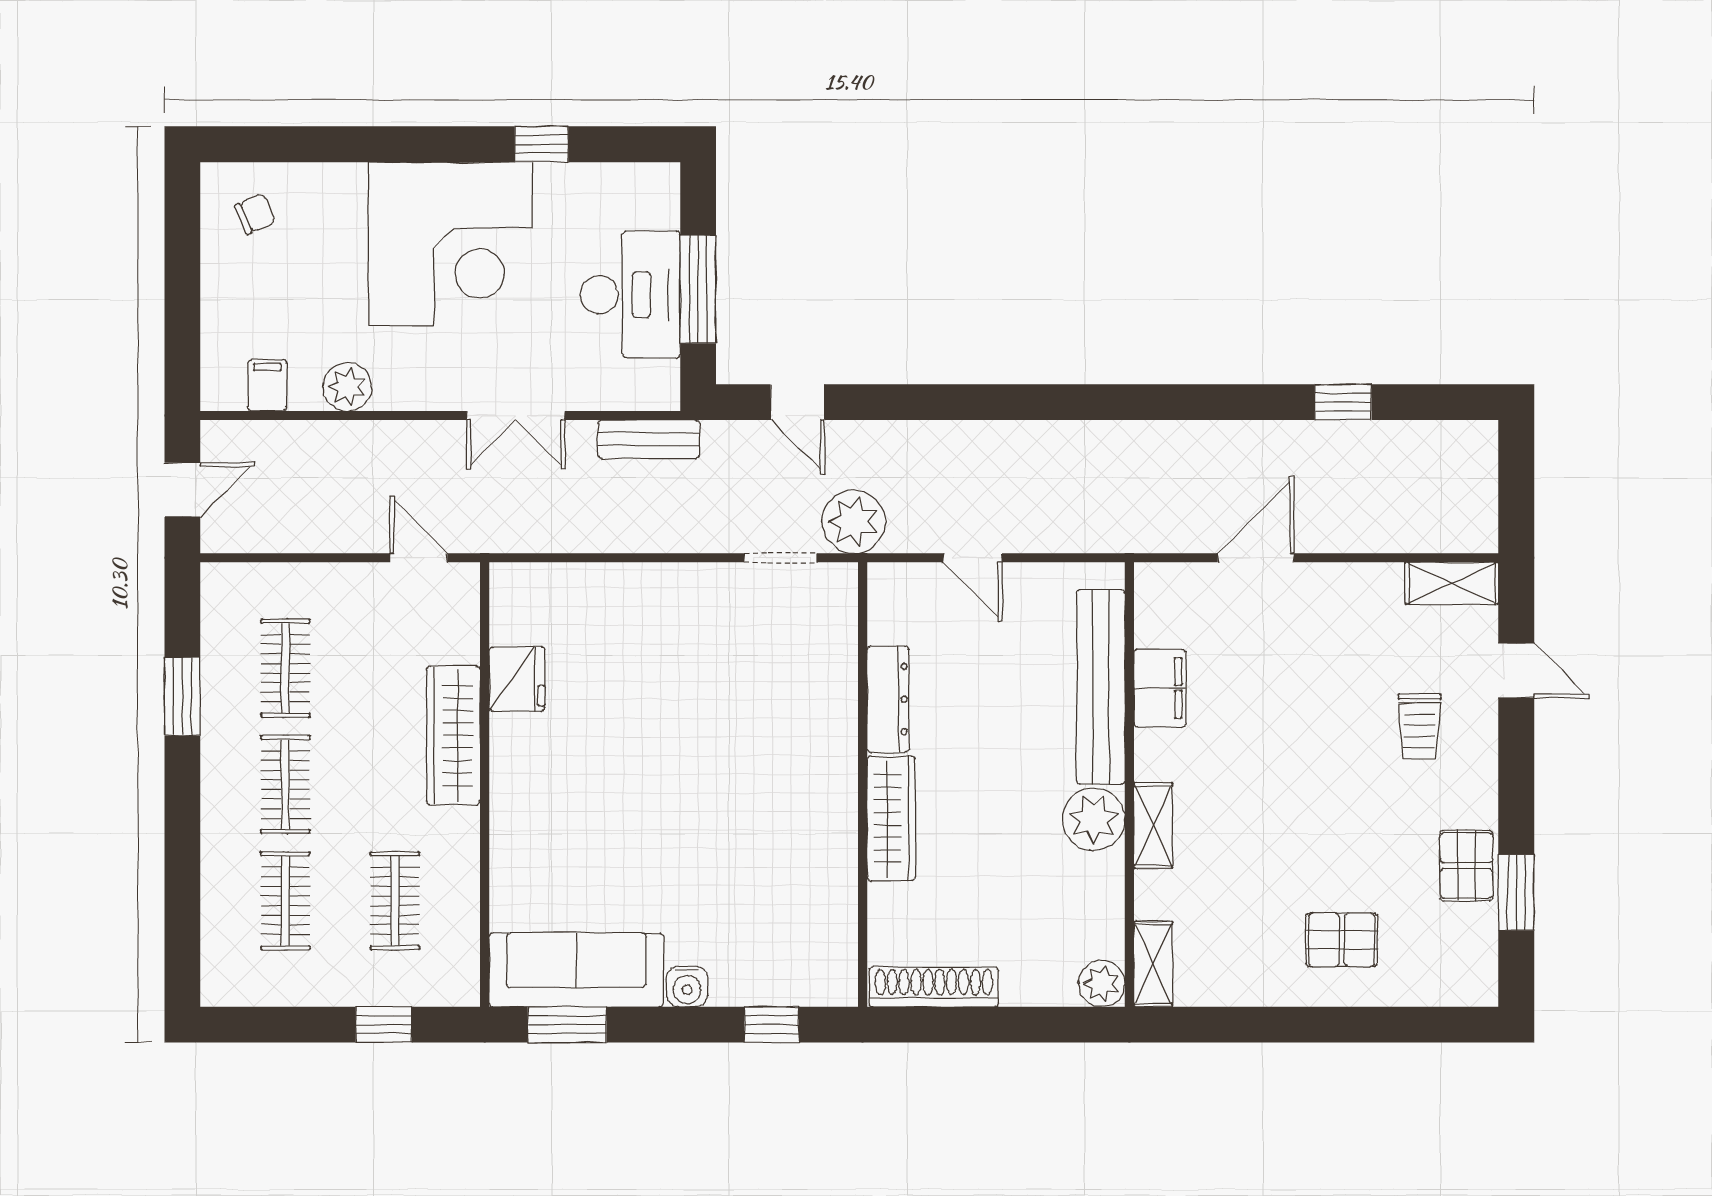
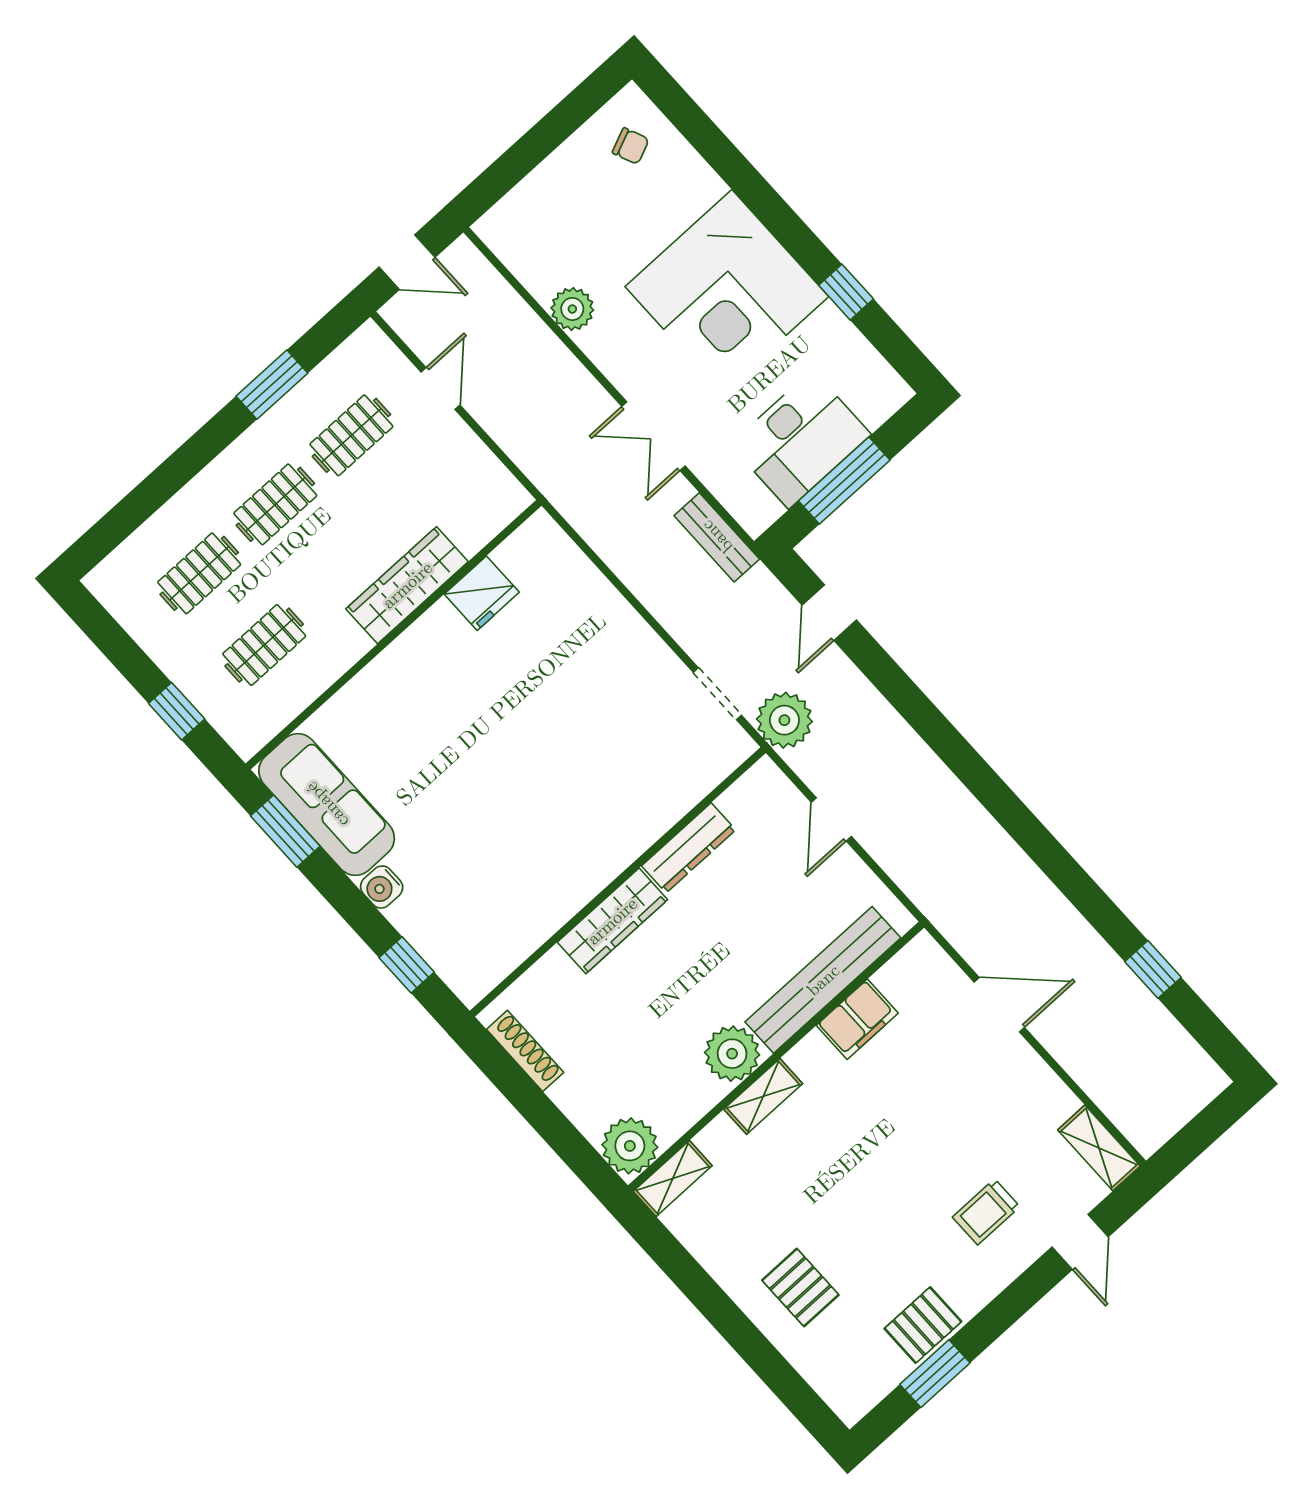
filing cabinet: (267, 385) -> (526, 256), removed
door: (419, 558) -> (441, 388), moved
plant: (1102, 984) -> (630, 1146), width x1.36, depth x1.36
shoe rack: (934, 987) -> (525, 1051), width x0.74, depth x0.81

